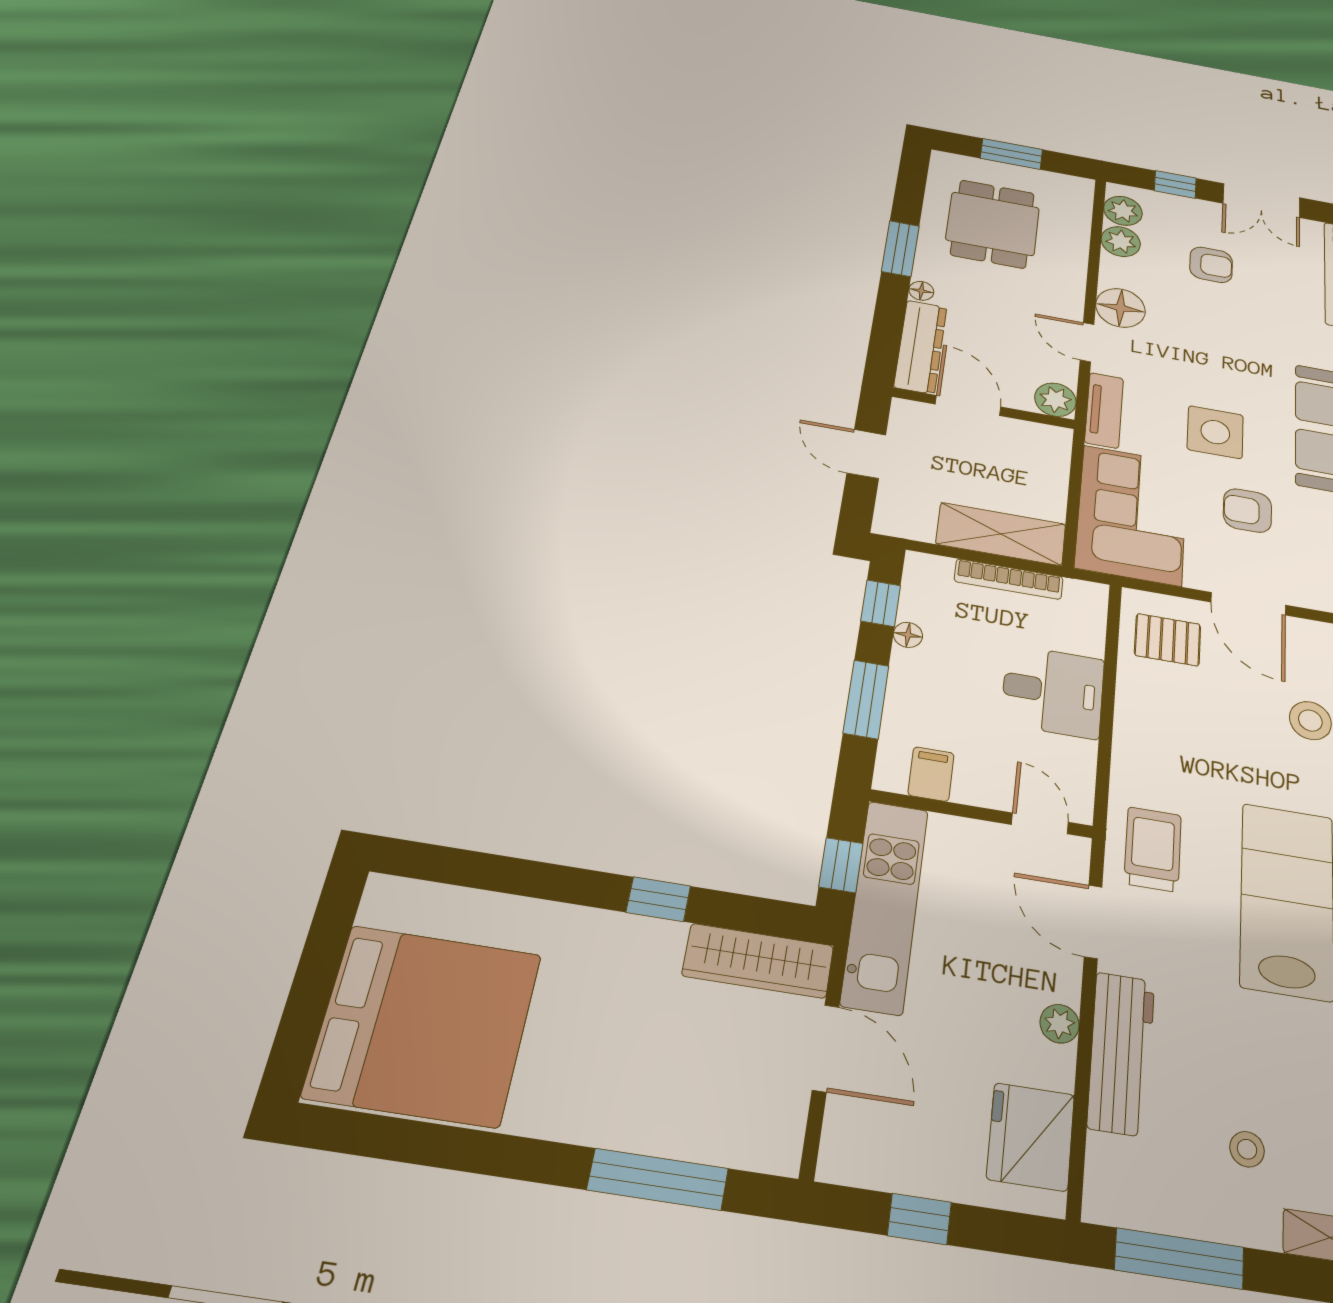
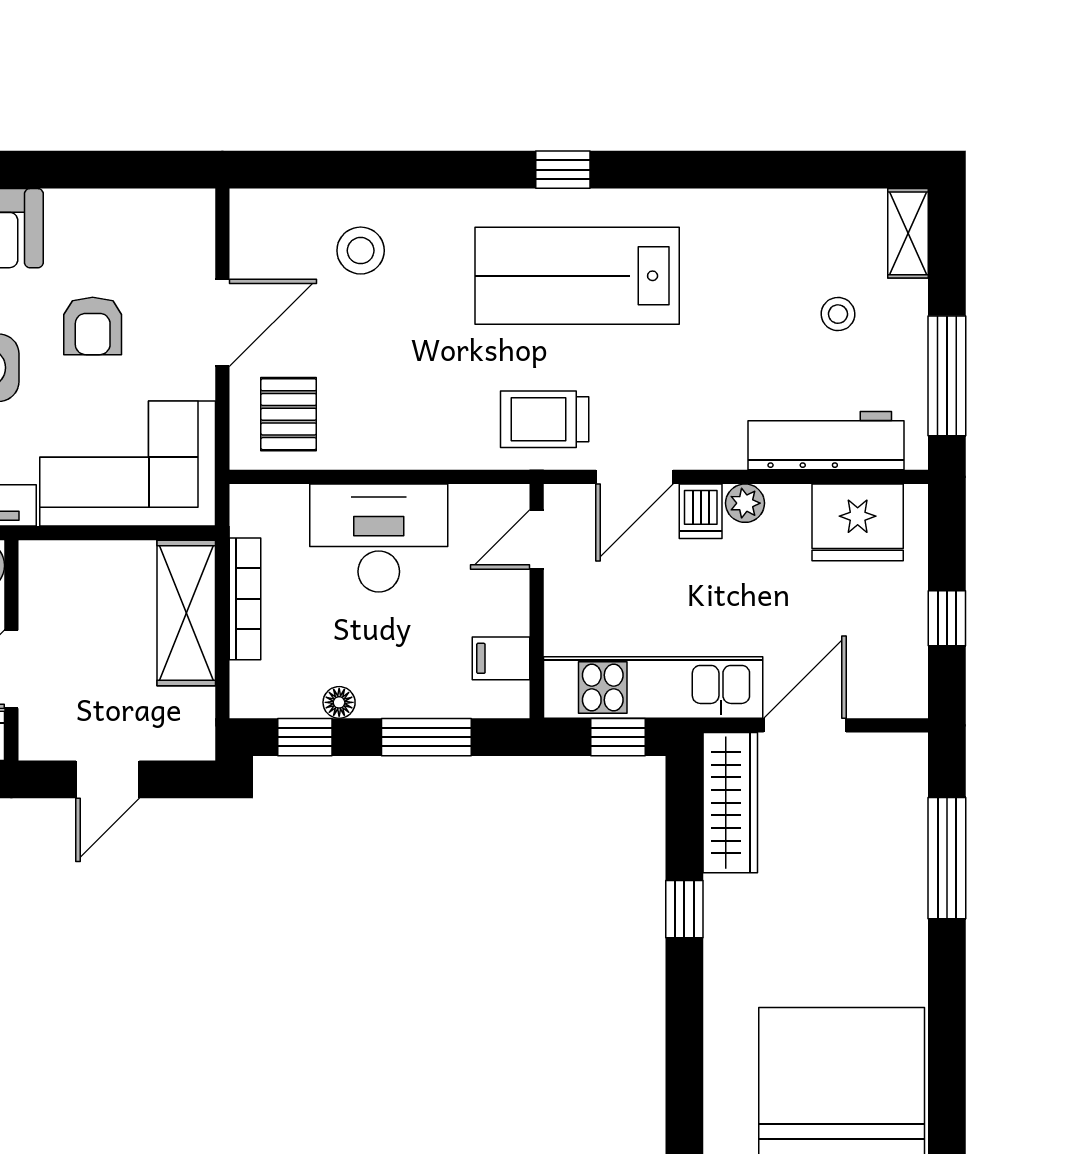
desk: (1053, 691) -> (379, 538), width x1.37
dishwasher: (1055, 979) -> (701, 511), added
workbench: (1121, 1053) -> (826, 441), moved

